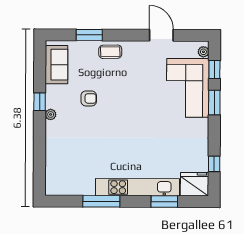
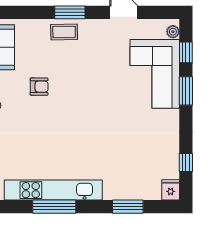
window: (89, 35) -> (70, 12), moved
fridge: (194, 184) -> (171, 190), width x0.53, depth x0.75
kitchen unit: (137, 187) -> (53, 190), moved

